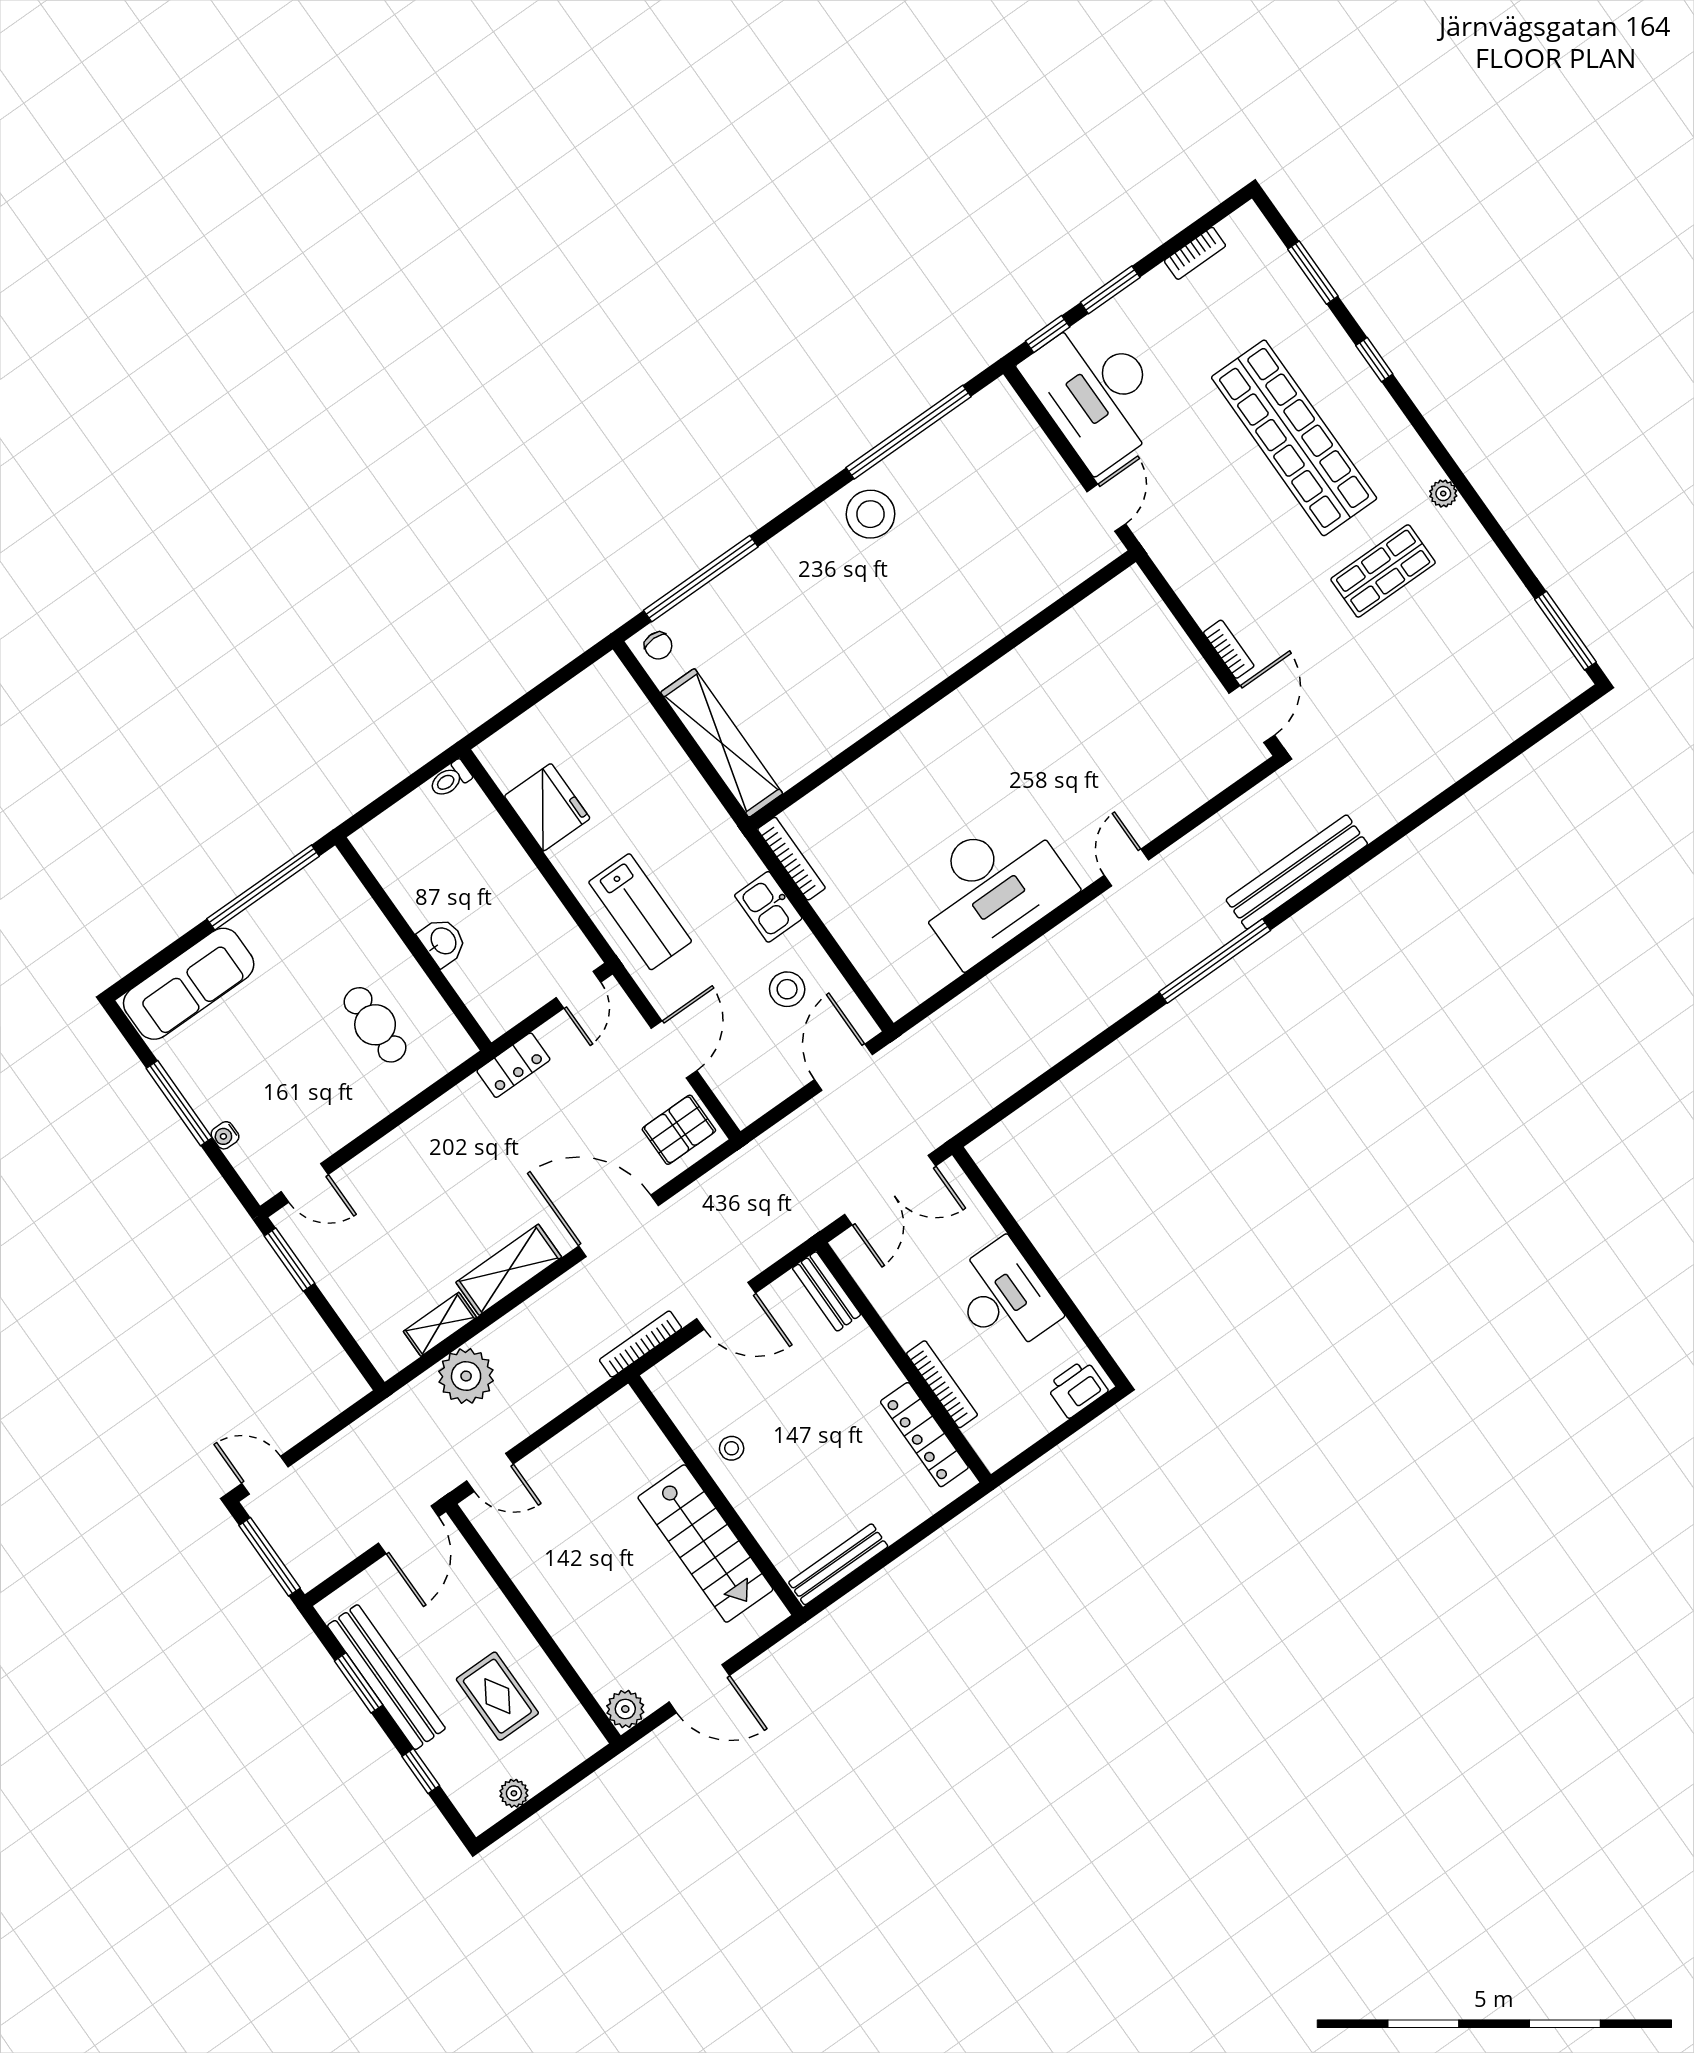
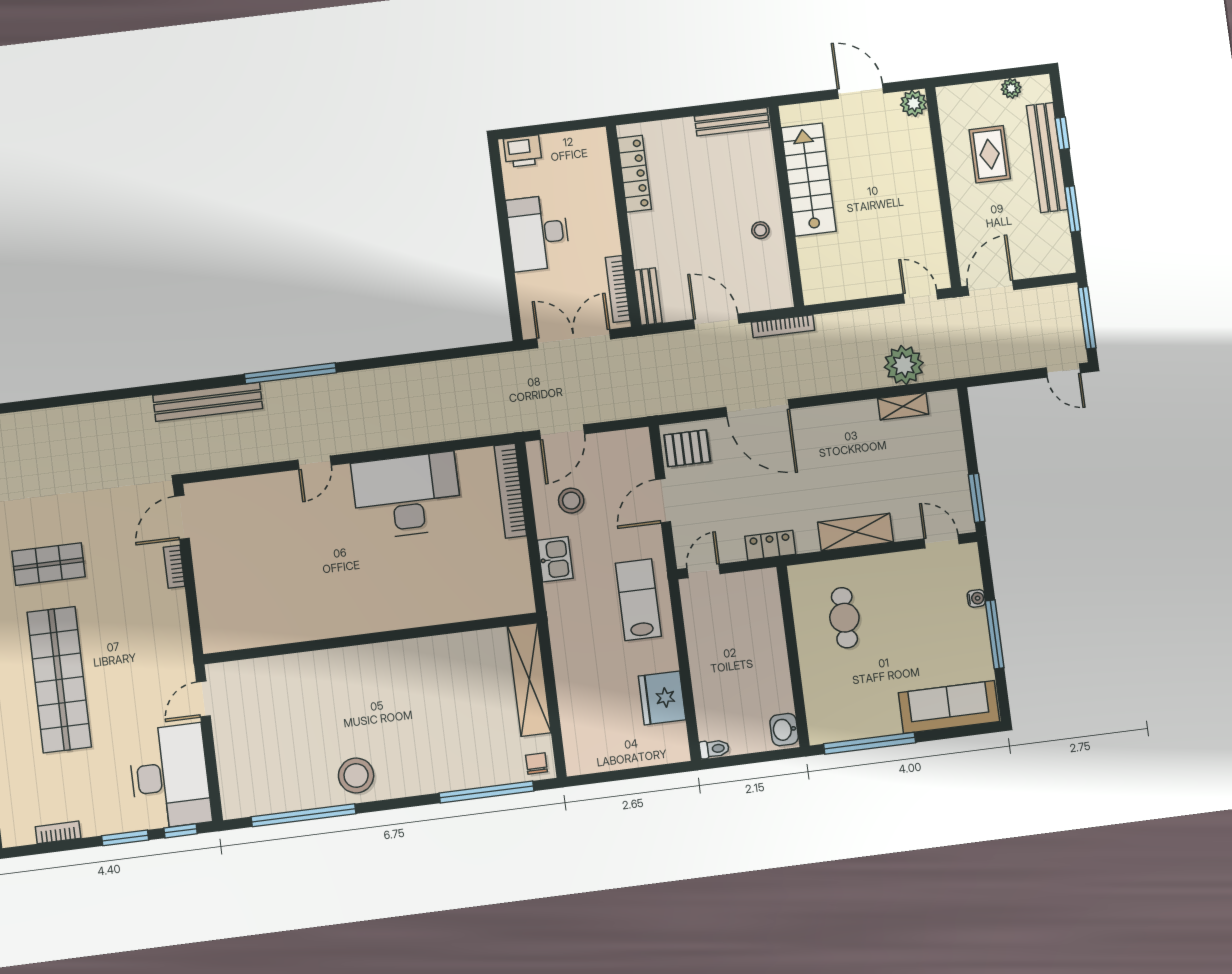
bookcase: (791, 859) -> (510, 491), moved, width x1.48, depth x1.31
washbasin: (443, 942) -> (784, 730), moved
shelving: (509, 1270) -> (856, 532), moved
bookcase: (942, 1384) -> (618, 289), moved
bench: (386, 1677) -> (1047, 158), moved

